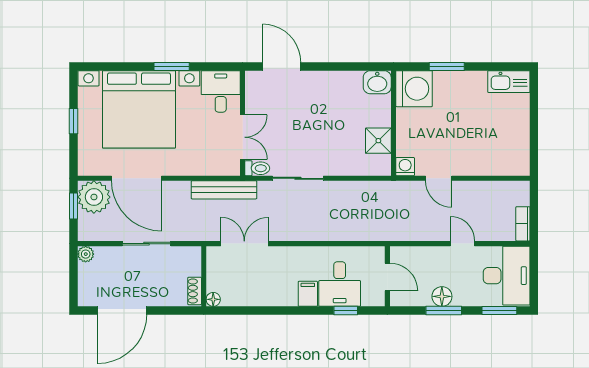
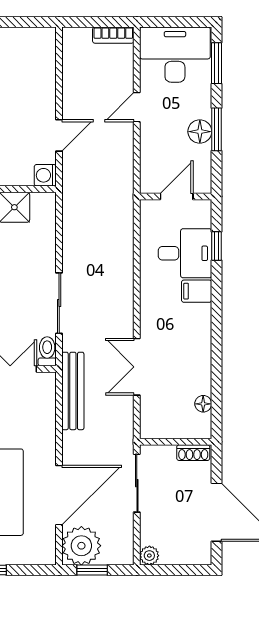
wall: (204, 276) -> (176, 442), moved
shoe rack: (195, 291) -> (193, 453), moved

